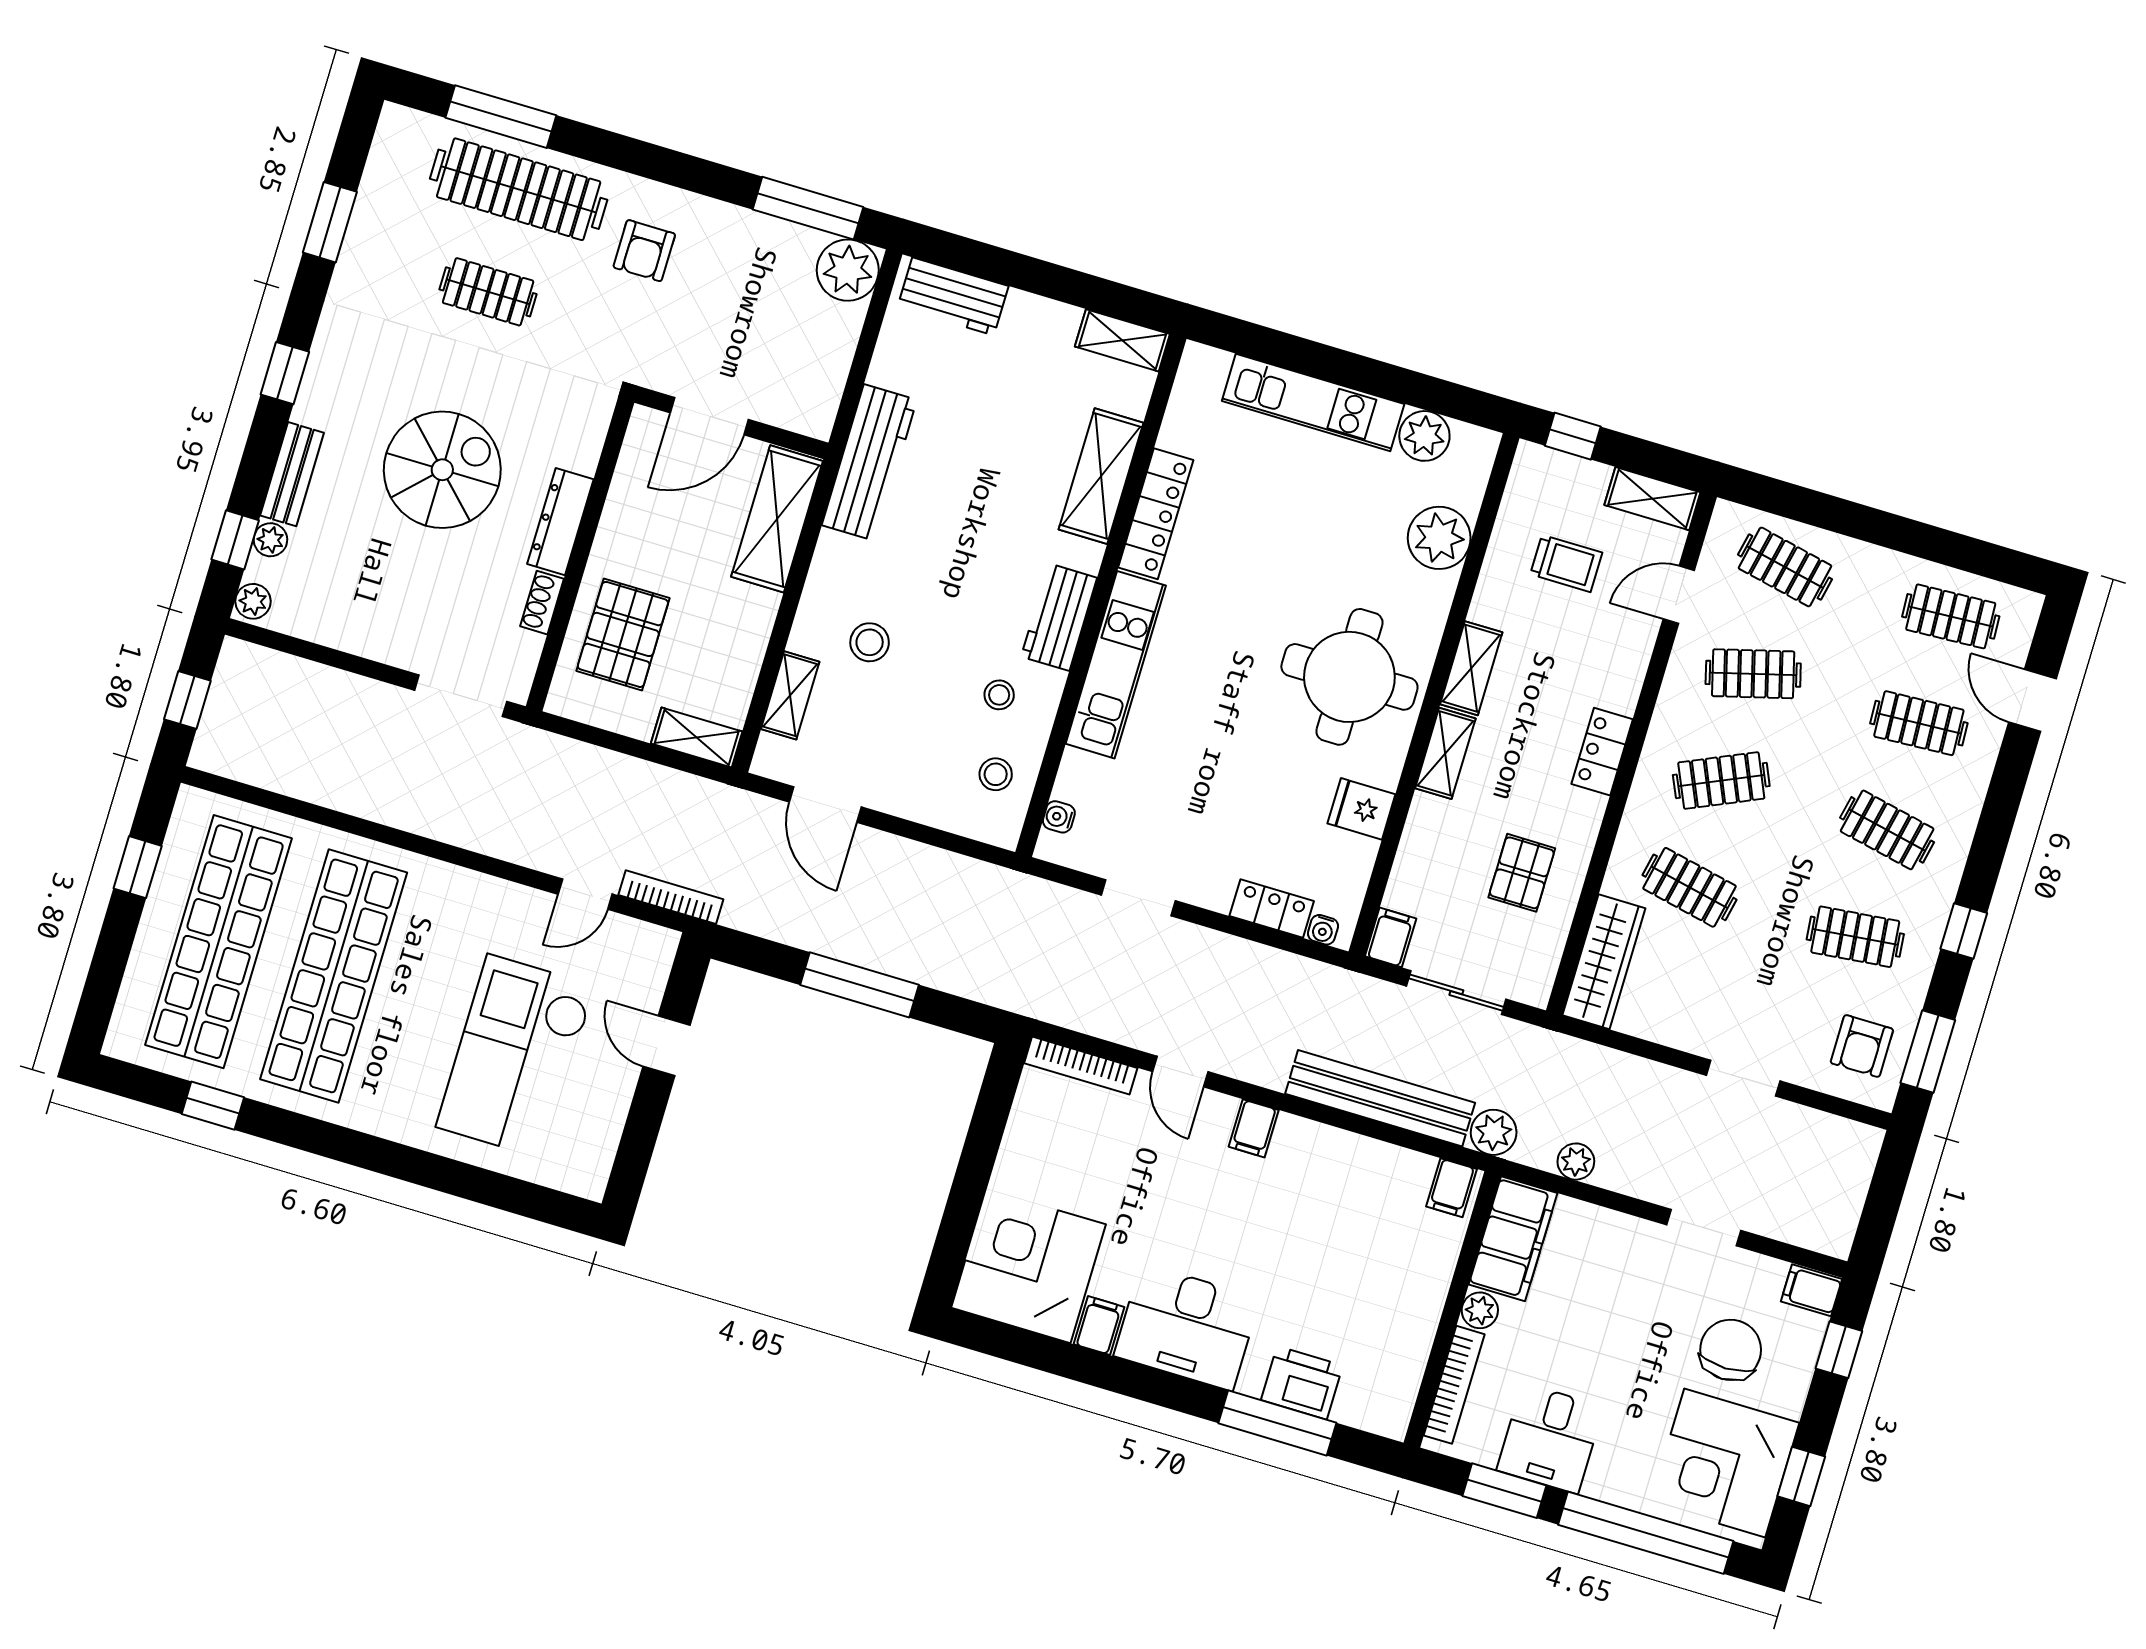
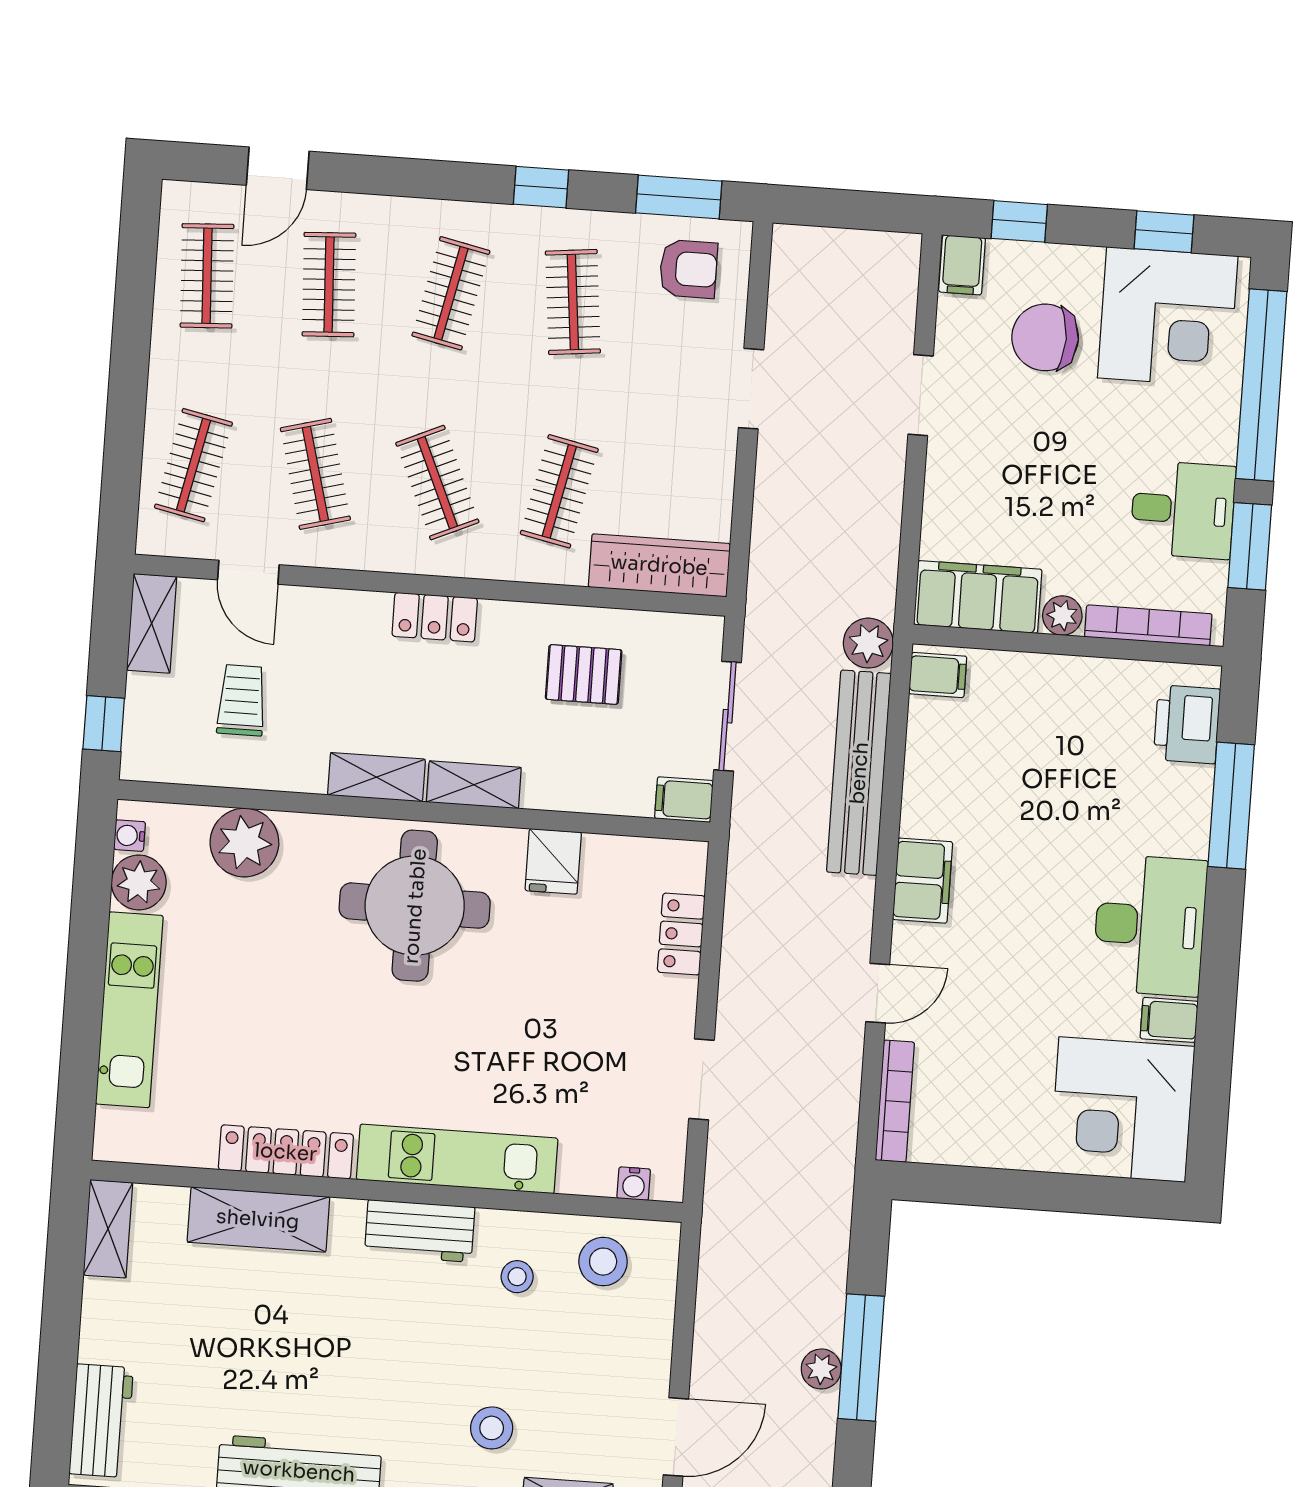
stool: (996, 774) -> (603, 1262), width x1.37, depth x1.37
water cooler: (1323, 930) -> (130, 836), moved, turned 180
filing cabinet: (1254, 1128) -> (923, 881), width x2.00
plant: (1576, 1162) -> (821, 1369), moved
printer: (1302, 1383) -> (1187, 724), moved

